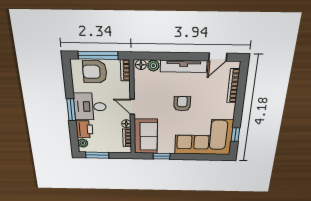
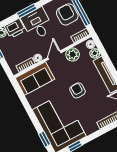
plant: (142, 89) -> (73, 55), added
armchair: (182, 104) -> (77, 90), turned -90
window: (162, 156) -> (45, 139), moved

